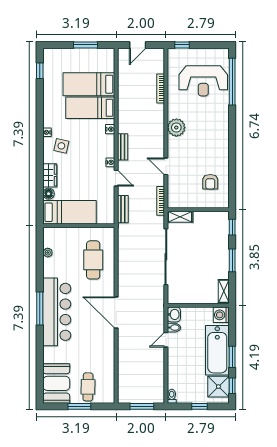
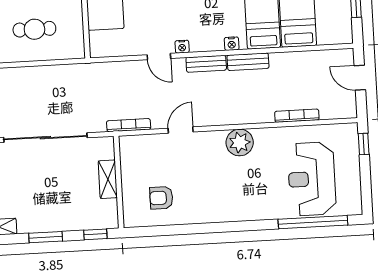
door: (116, 178) -> (159, 57), hinge flipped
bench: (123, 209) -> (248, 62), moved
shelving: (180, 217) -> (108, 179), moved
cafe table: (93, 260) -> (34, 29), width x0.73, depth x0.74

